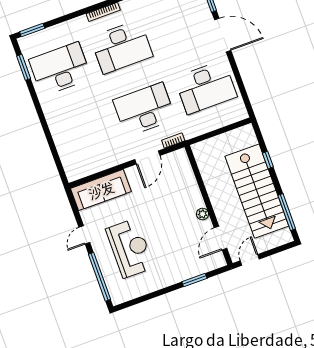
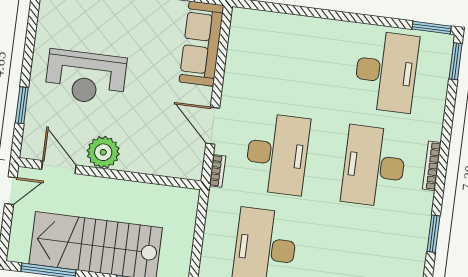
window: (24, 67) -> (432, 28), moved
plant: (202, 214) -> (103, 152), width x1.88, depth x1.88
reception desk: (130, 248) -> (86, 77), moved
door: (250, 260) -> (11, 191), hinge flipped

